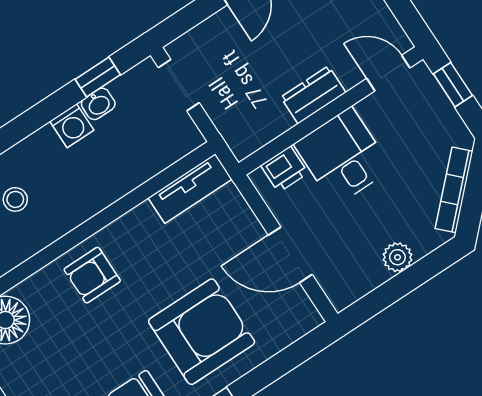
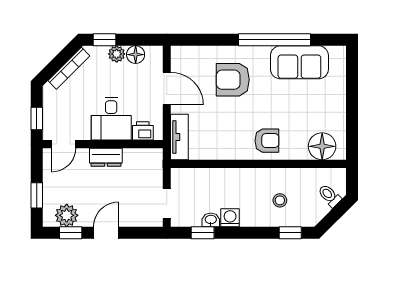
door: (388, 73) -> (64, 144), hinge flipped
tv unit: (190, 188) -> (179, 137), moved, turned 90
window: (429, 267) -> (105, 40), added
floor lamp: (369, 275) -> (136, 55), added
armchair: (202, 332) -> (233, 80), width x0.73, depth x0.73

